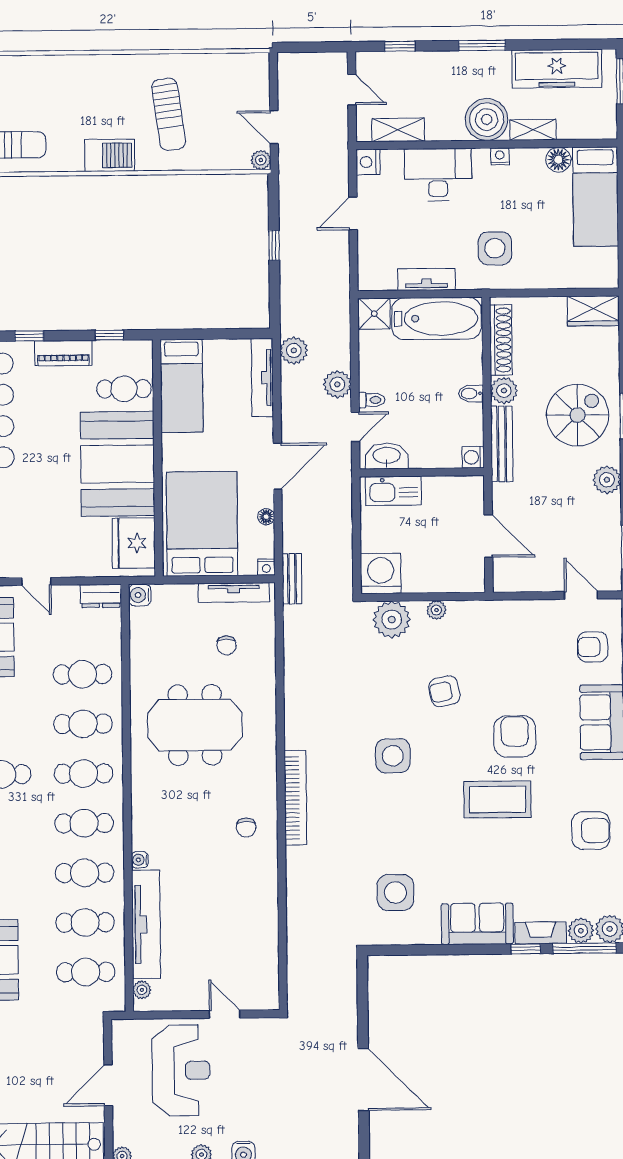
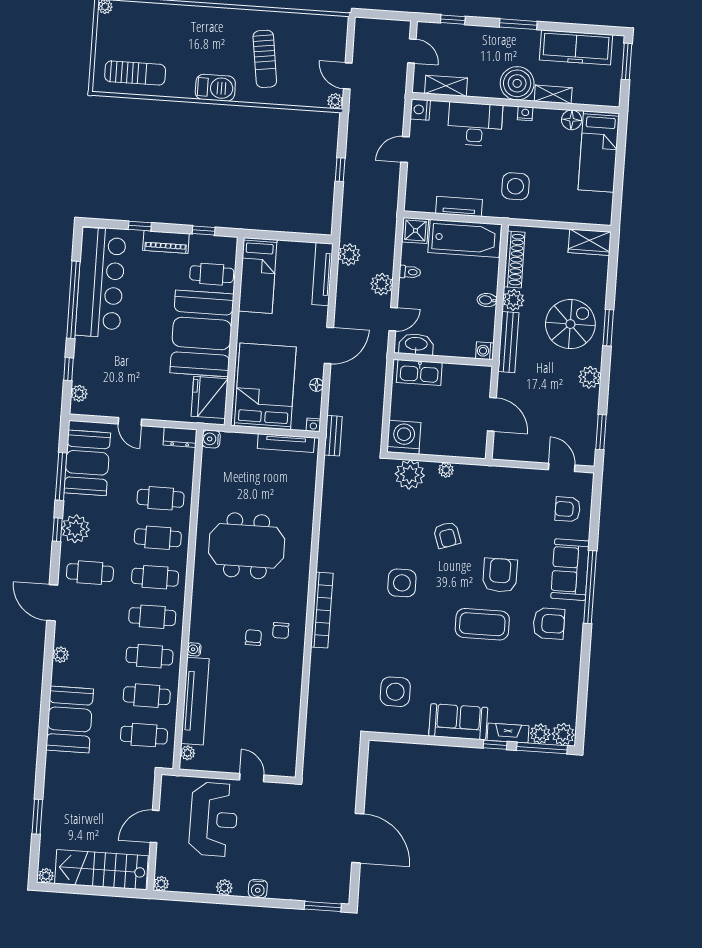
toilet: (372, 400) -> (410, 272), moved
chair: (226, 645) -> (253, 638), moved, turned 180
armchair: (444, 691) -> (447, 535), turned -97
armchair: (591, 830) -> (549, 623), moved

